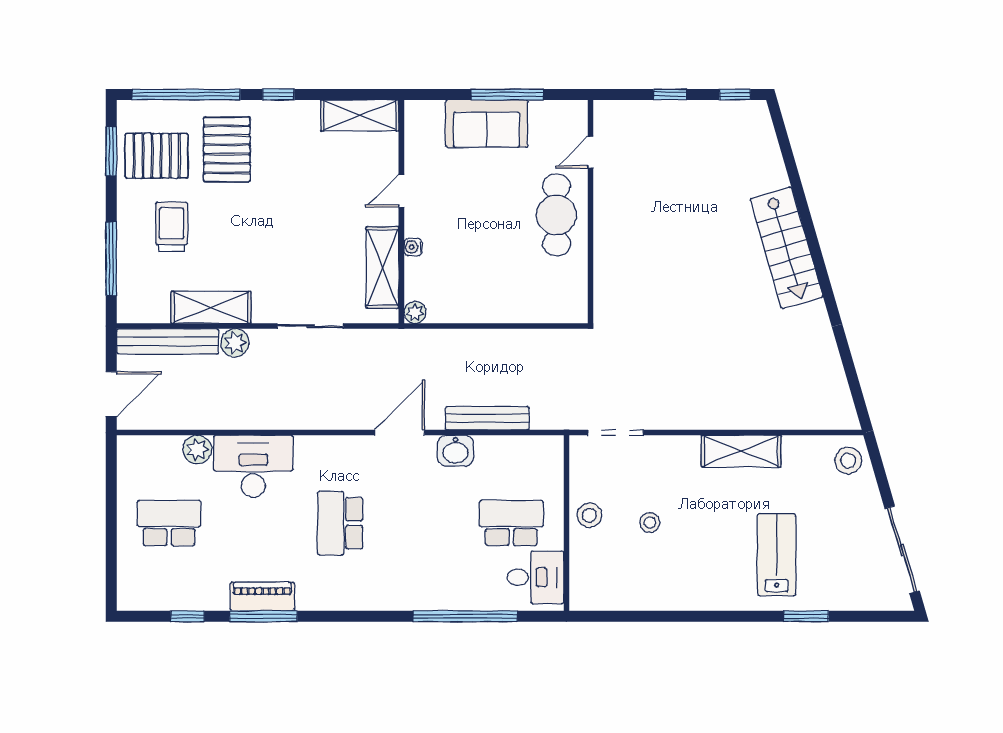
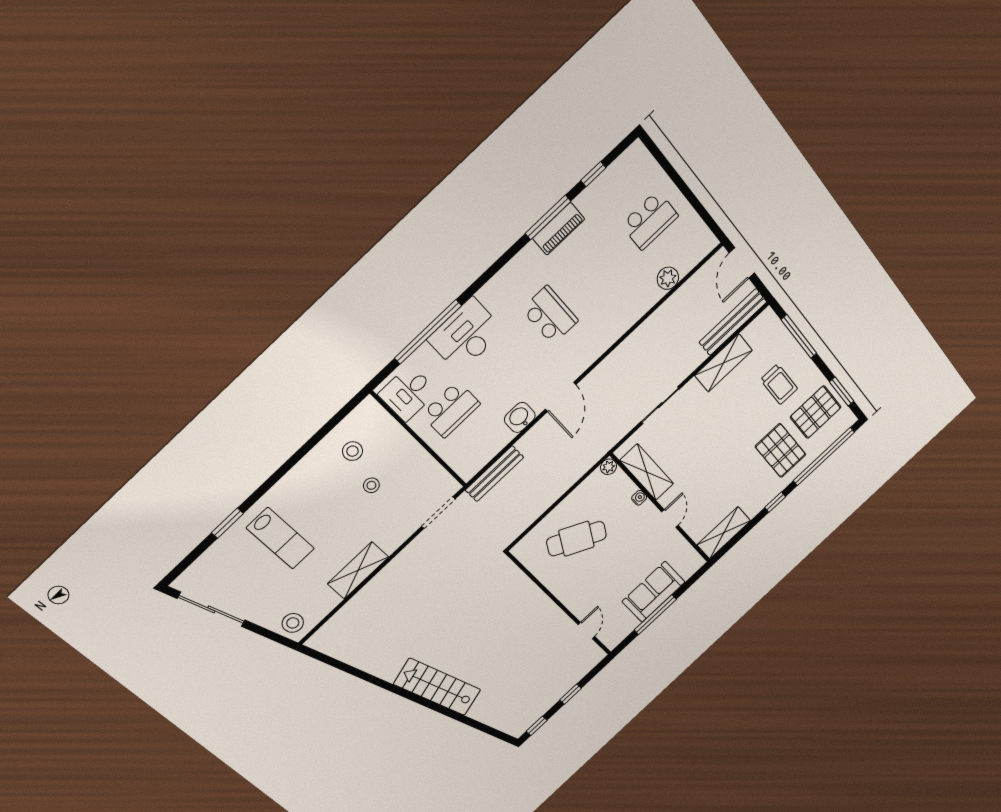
cafe table: (556, 215) -> (577, 539), moved, turned -62
plant: (235, 343) -> (695, 357), removed
bench: (487, 418) -> (494, 474), moved
desk: (253, 466) -> (466, 335), moved, turned 180
stool: (589, 515) -> (353, 451), moved

